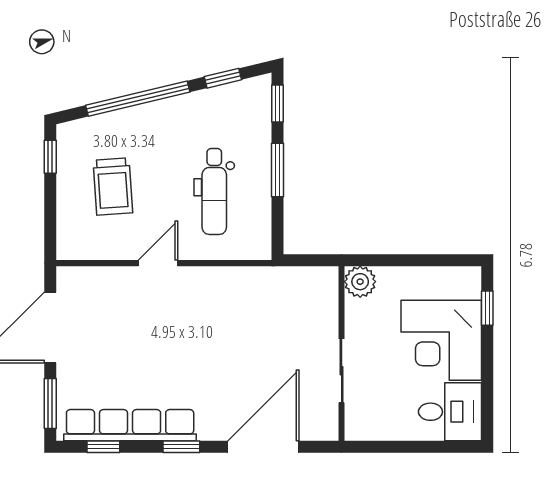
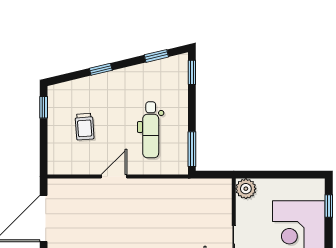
window: (138, 99) -> (101, 69), width x0.32
window: (277, 170) -> (192, 149), moved
trolley: (113, 186) -> (85, 127), width x0.73, depth x0.72

